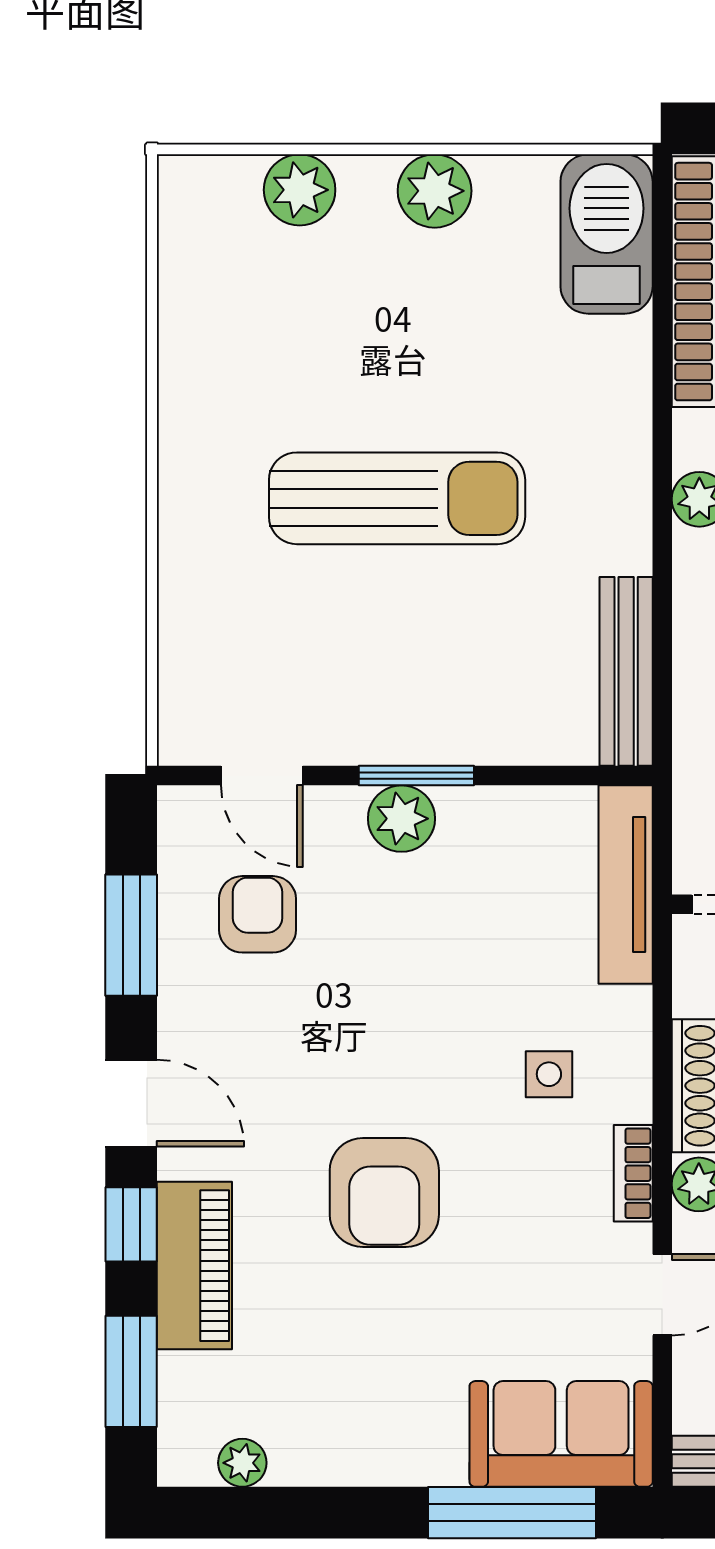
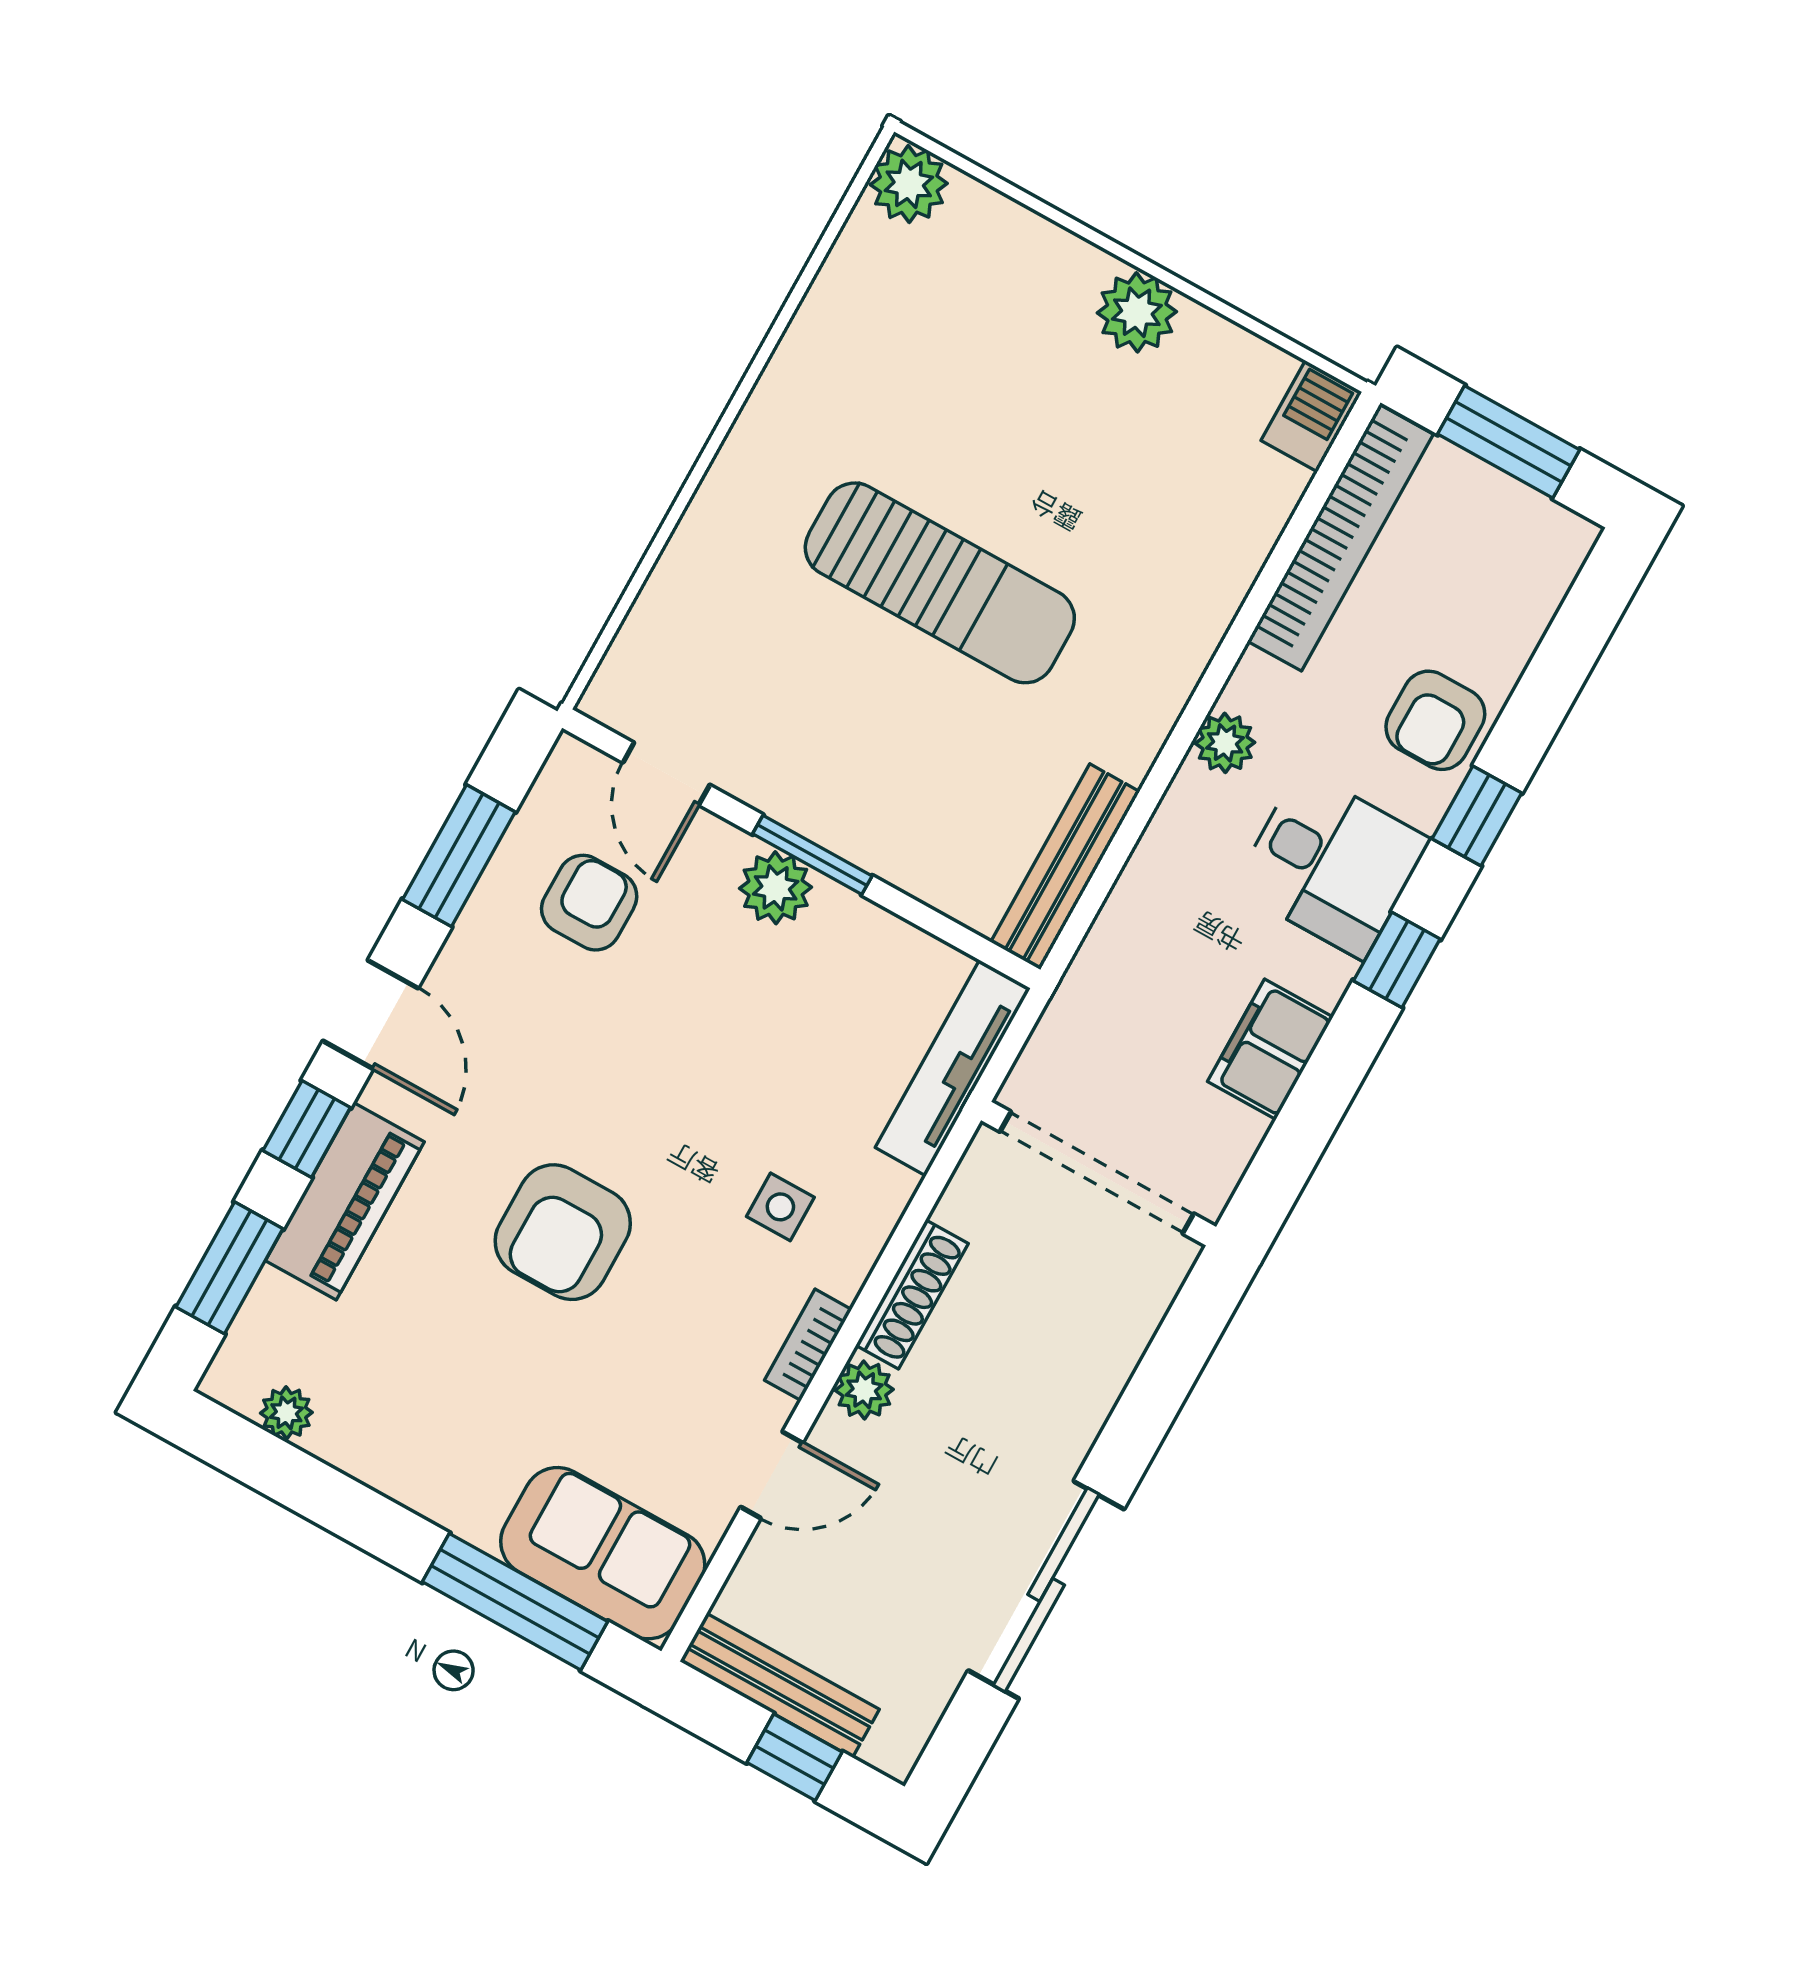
plant: (300, 190) -> (909, 184), moved
barbecue: (607, 234) -> (1312, 416), width x0.53, depth x0.65

